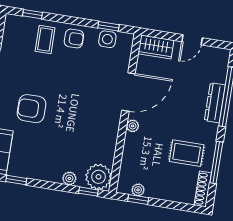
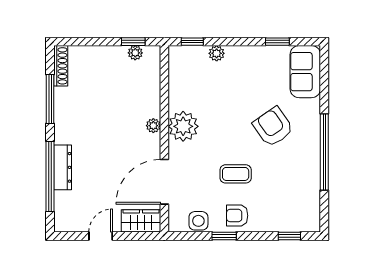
window: (109, 26) -> (224, 236), moved
coffee table: (45, 40) -> (236, 174), moved, turned 90
door: (128, 92) -> (164, 182), moved
armchair: (32, 109) -> (273, 127), turned -125
rug: (187, 153) -> (86, 104), removed
plant: (99, 177) -> (183, 126), moved

